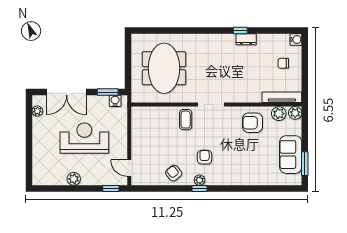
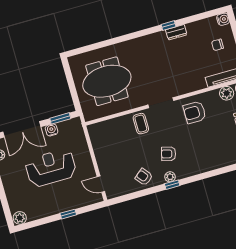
meeting table: (164, 68) -> (107, 81), turned 90
water cooler: (115, 101) -> (52, 130), moved
armchair: (252, 123) -> (195, 112), moved
armchair: (205, 157) -> (169, 154), turned -75
plant: (74, 179) -> (20, 218), moved
window: (111, 189) -> (68, 214), moved

